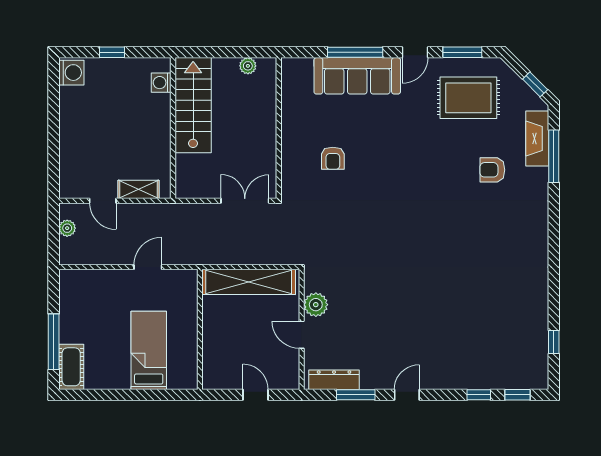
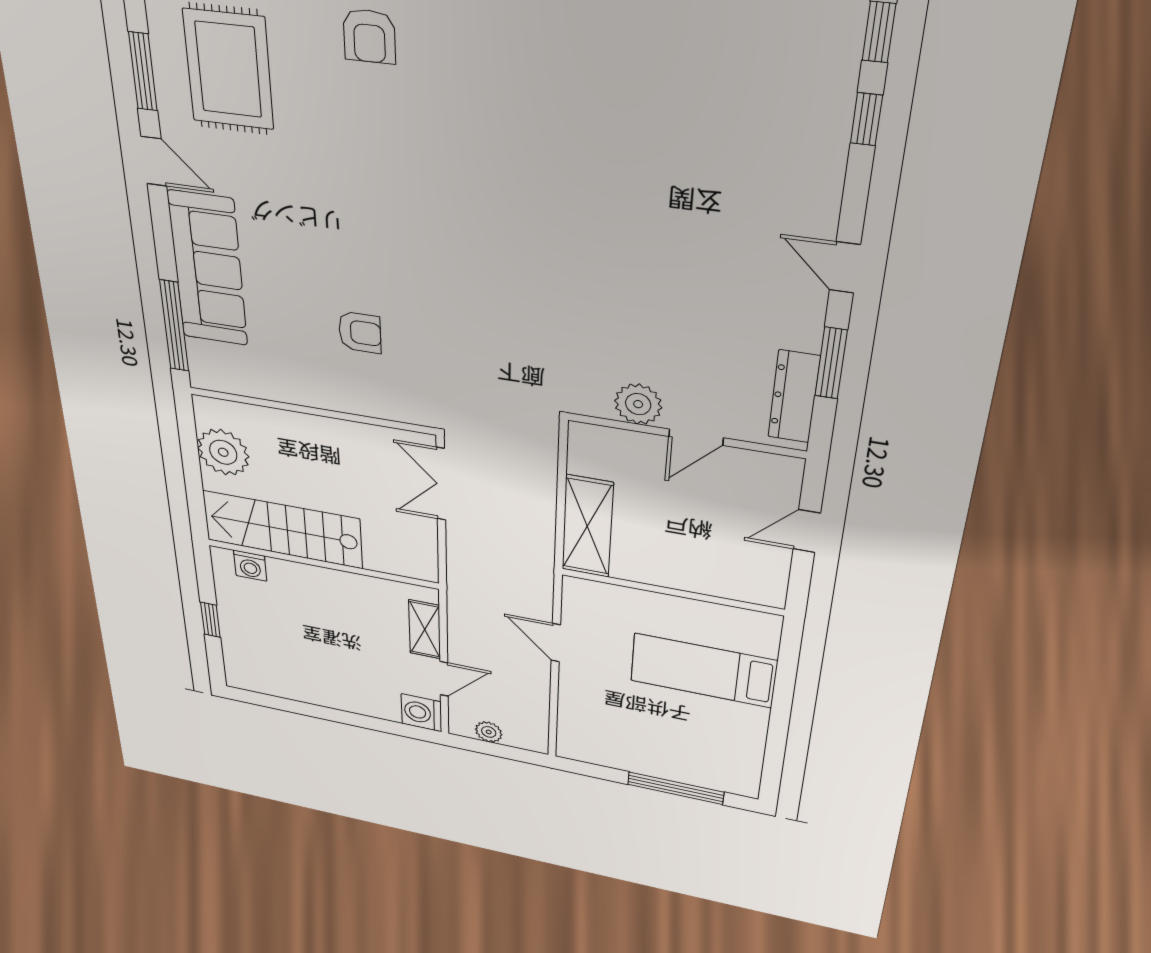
window: (355, 52) -> (174, 326), moved
plant: (248, 66) -> (223, 452), width x1.88, depth x1.88
washing machine: (71, 73) -> (421, 713), moved, turned -90
shelving: (249, 282) -> (587, 526), width x0.68
cot: (71, 367) -> (721, 776), removed

